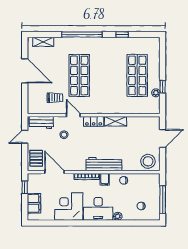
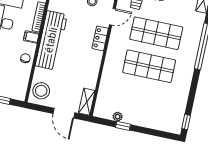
window: (122, 34) -> (186, 122), moved
shop shelf: (137, 75) -> (149, 66), moved
shelving: (115, 121) -> (87, 102), moved
workbench: (104, 164) -> (51, 40), width x1.36, depth x1.32

